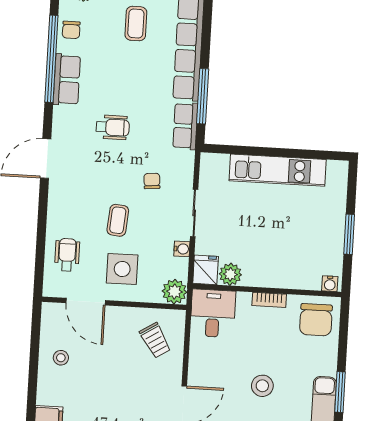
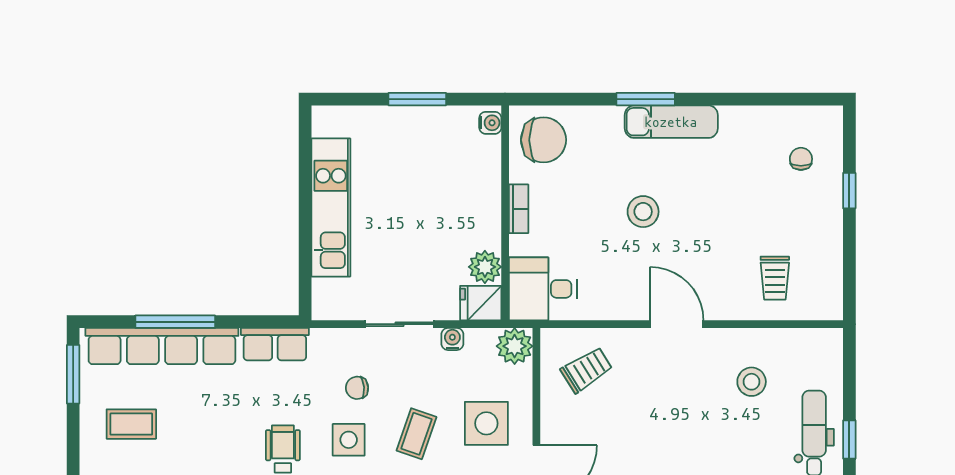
window: (203, 96) -> (175, 322), moved
side table: (116, 173) -> (349, 440), added
coffee table: (118, 220) -> (416, 434), turned -76

